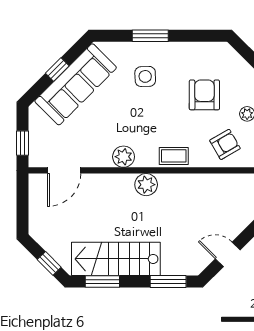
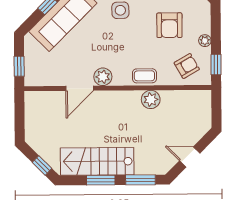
armchair: (204, 95) -> (169, 25), turned 180
door: (64, 170) -> (80, 88), moved
plant: (146, 185) -> (151, 99), moved
window: (102, 282) -> (101, 180), moved

